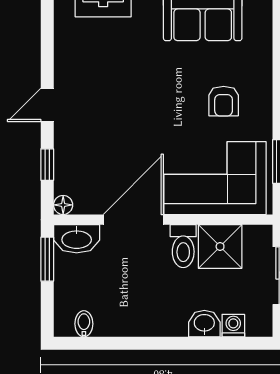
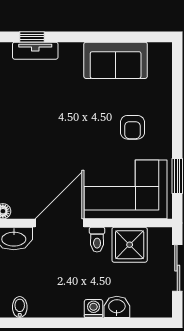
toilet: (183, 246) -> (97, 240), width x0.73, depth x0.72
washing machine: (233, 326) -> (94, 309), moved

